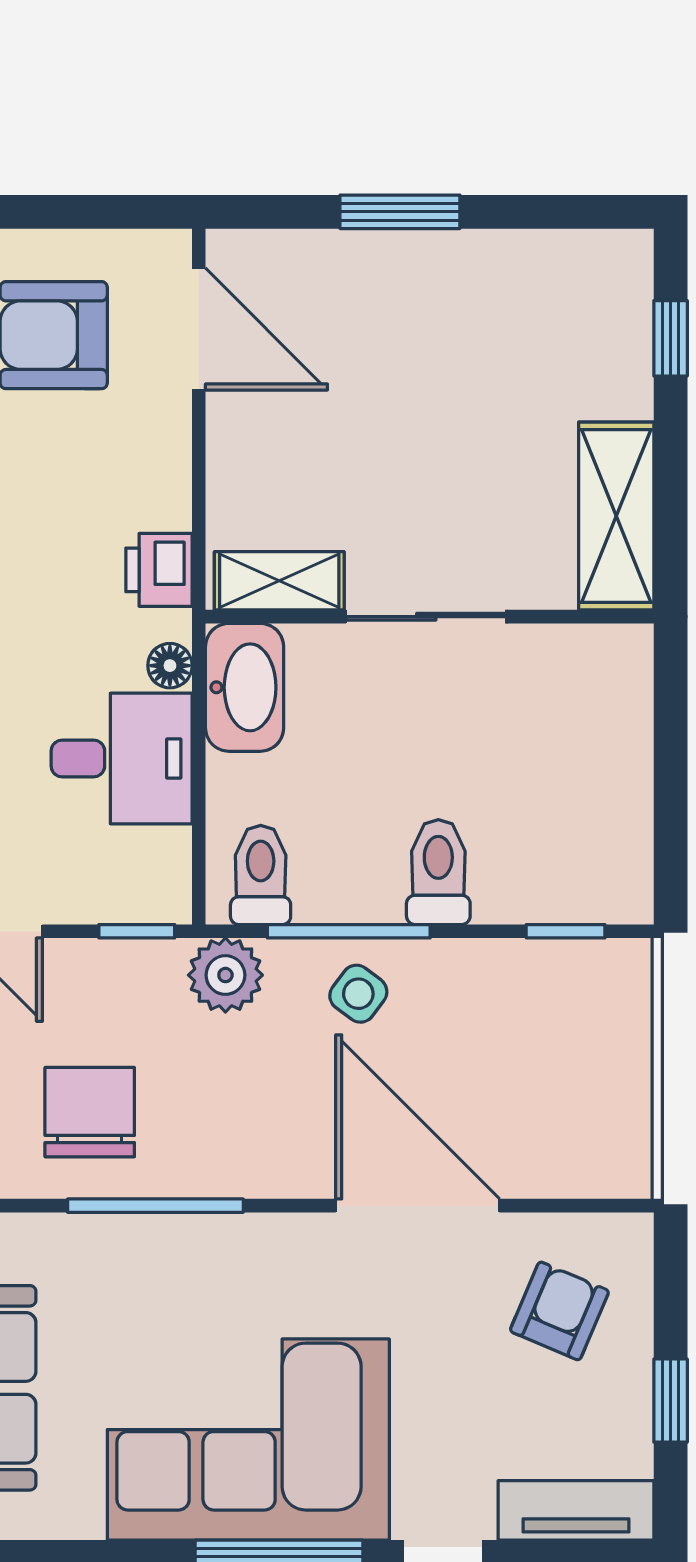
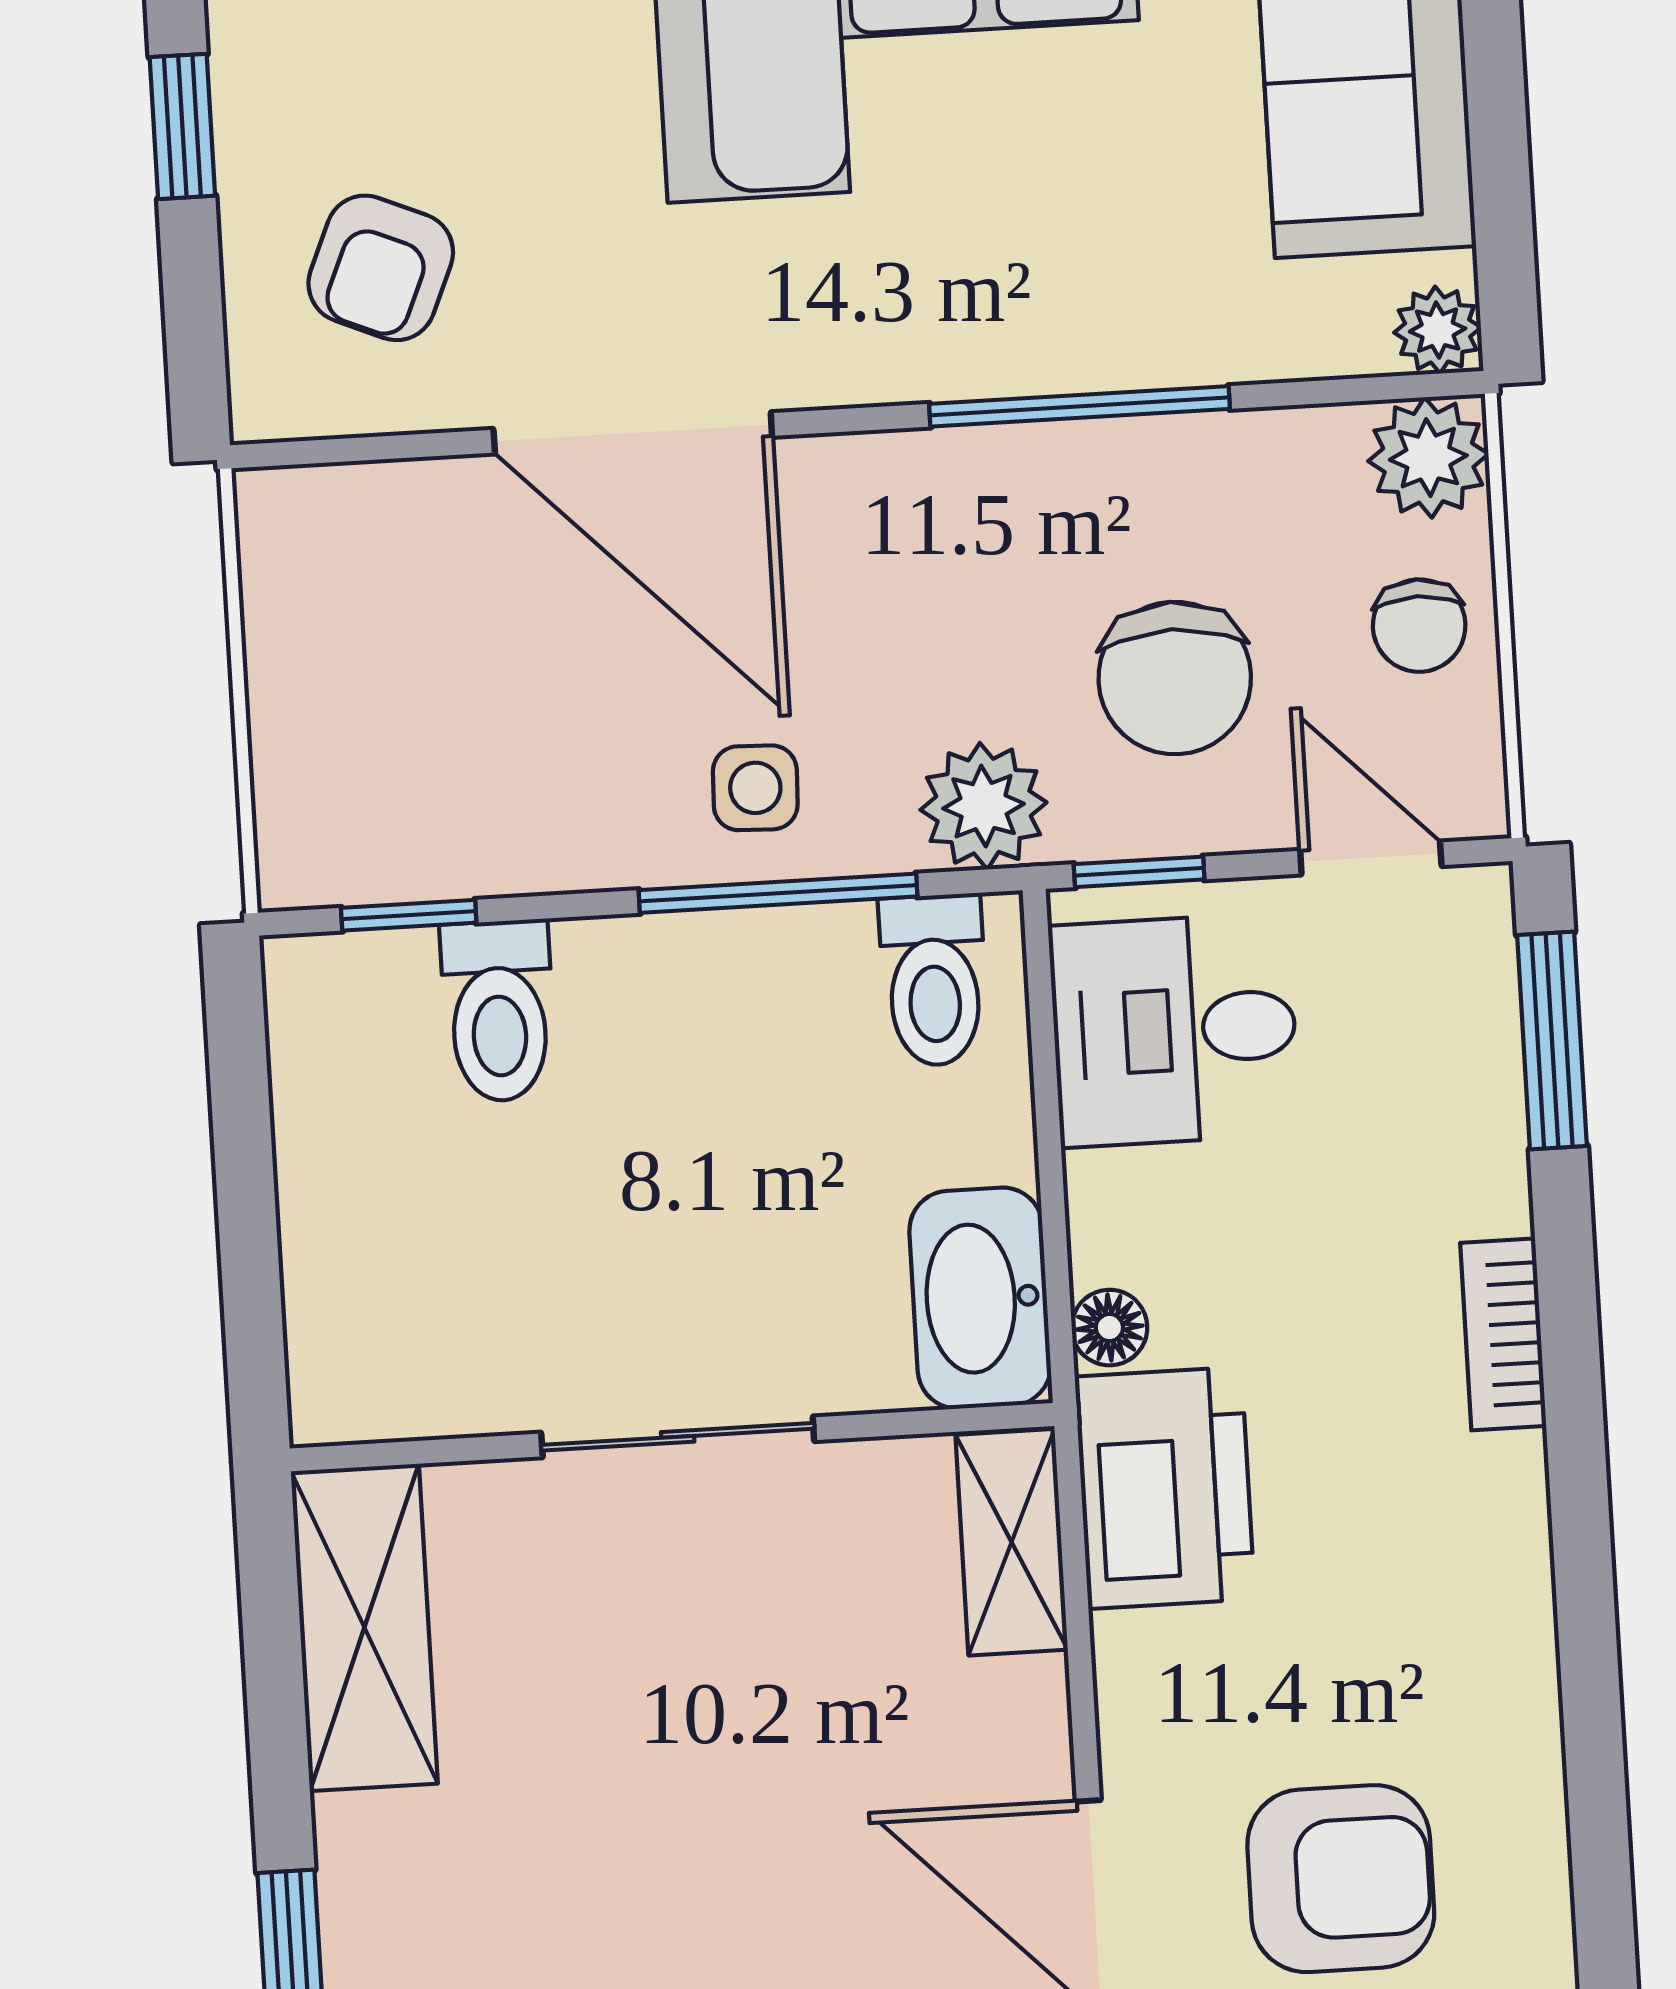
printer: (159, 570) -> (1165, 1488), width x1.87, depth x1.48
shelving: (279, 581) -> (1012, 1542), moved, turned 90
desk: (122, 759) -> (1174, 1030), moved
toilet: (438, 872) -> (498, 1011), moved
side table: (358, 994) -> (755, 788), turned -35
chair: (90, 1112) -> (1175, 678), moved

